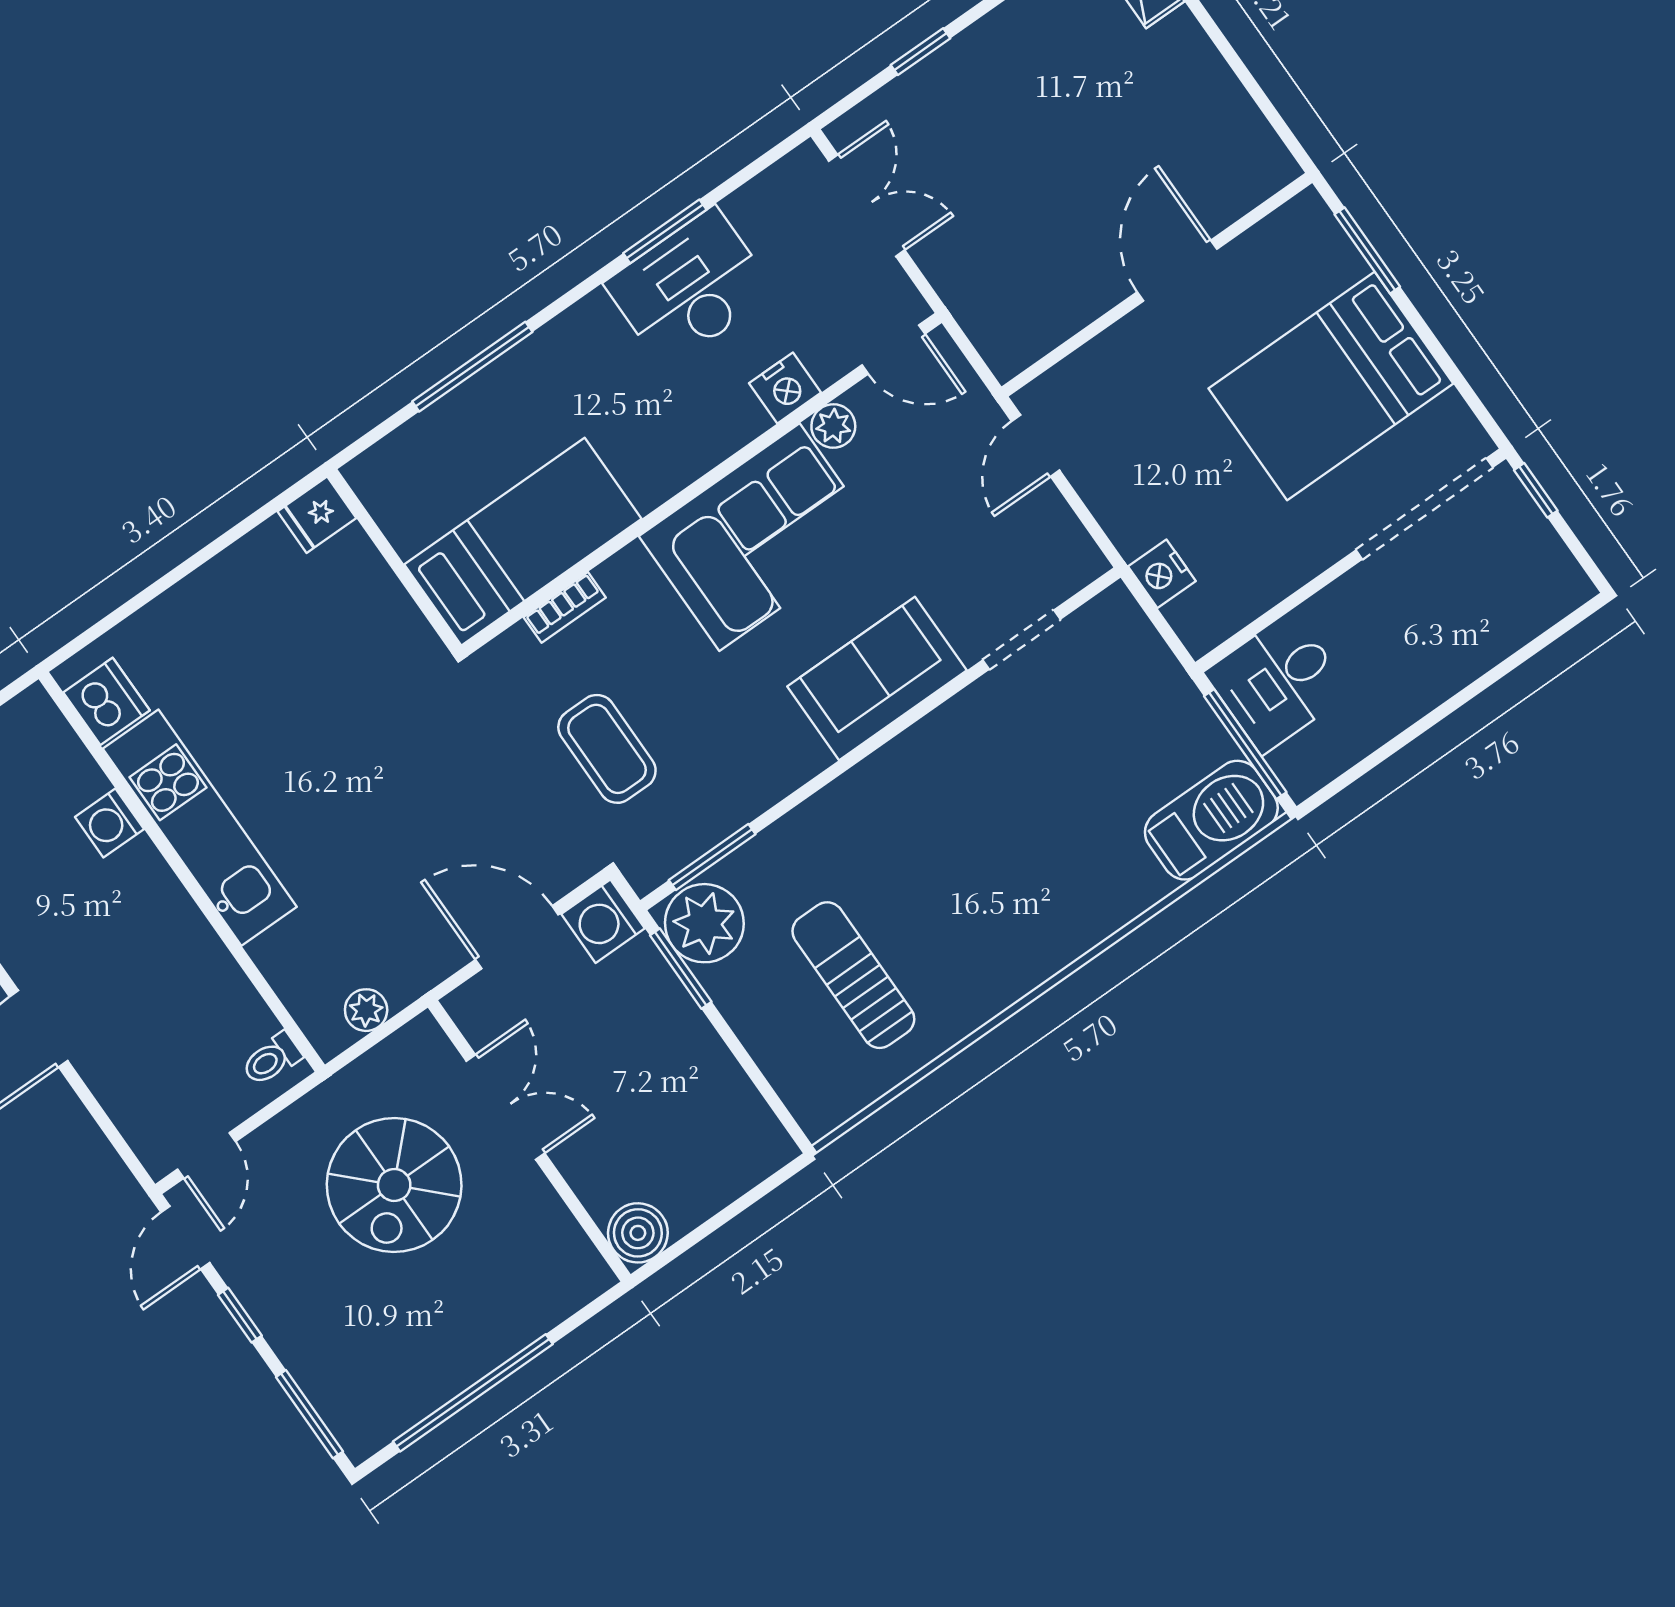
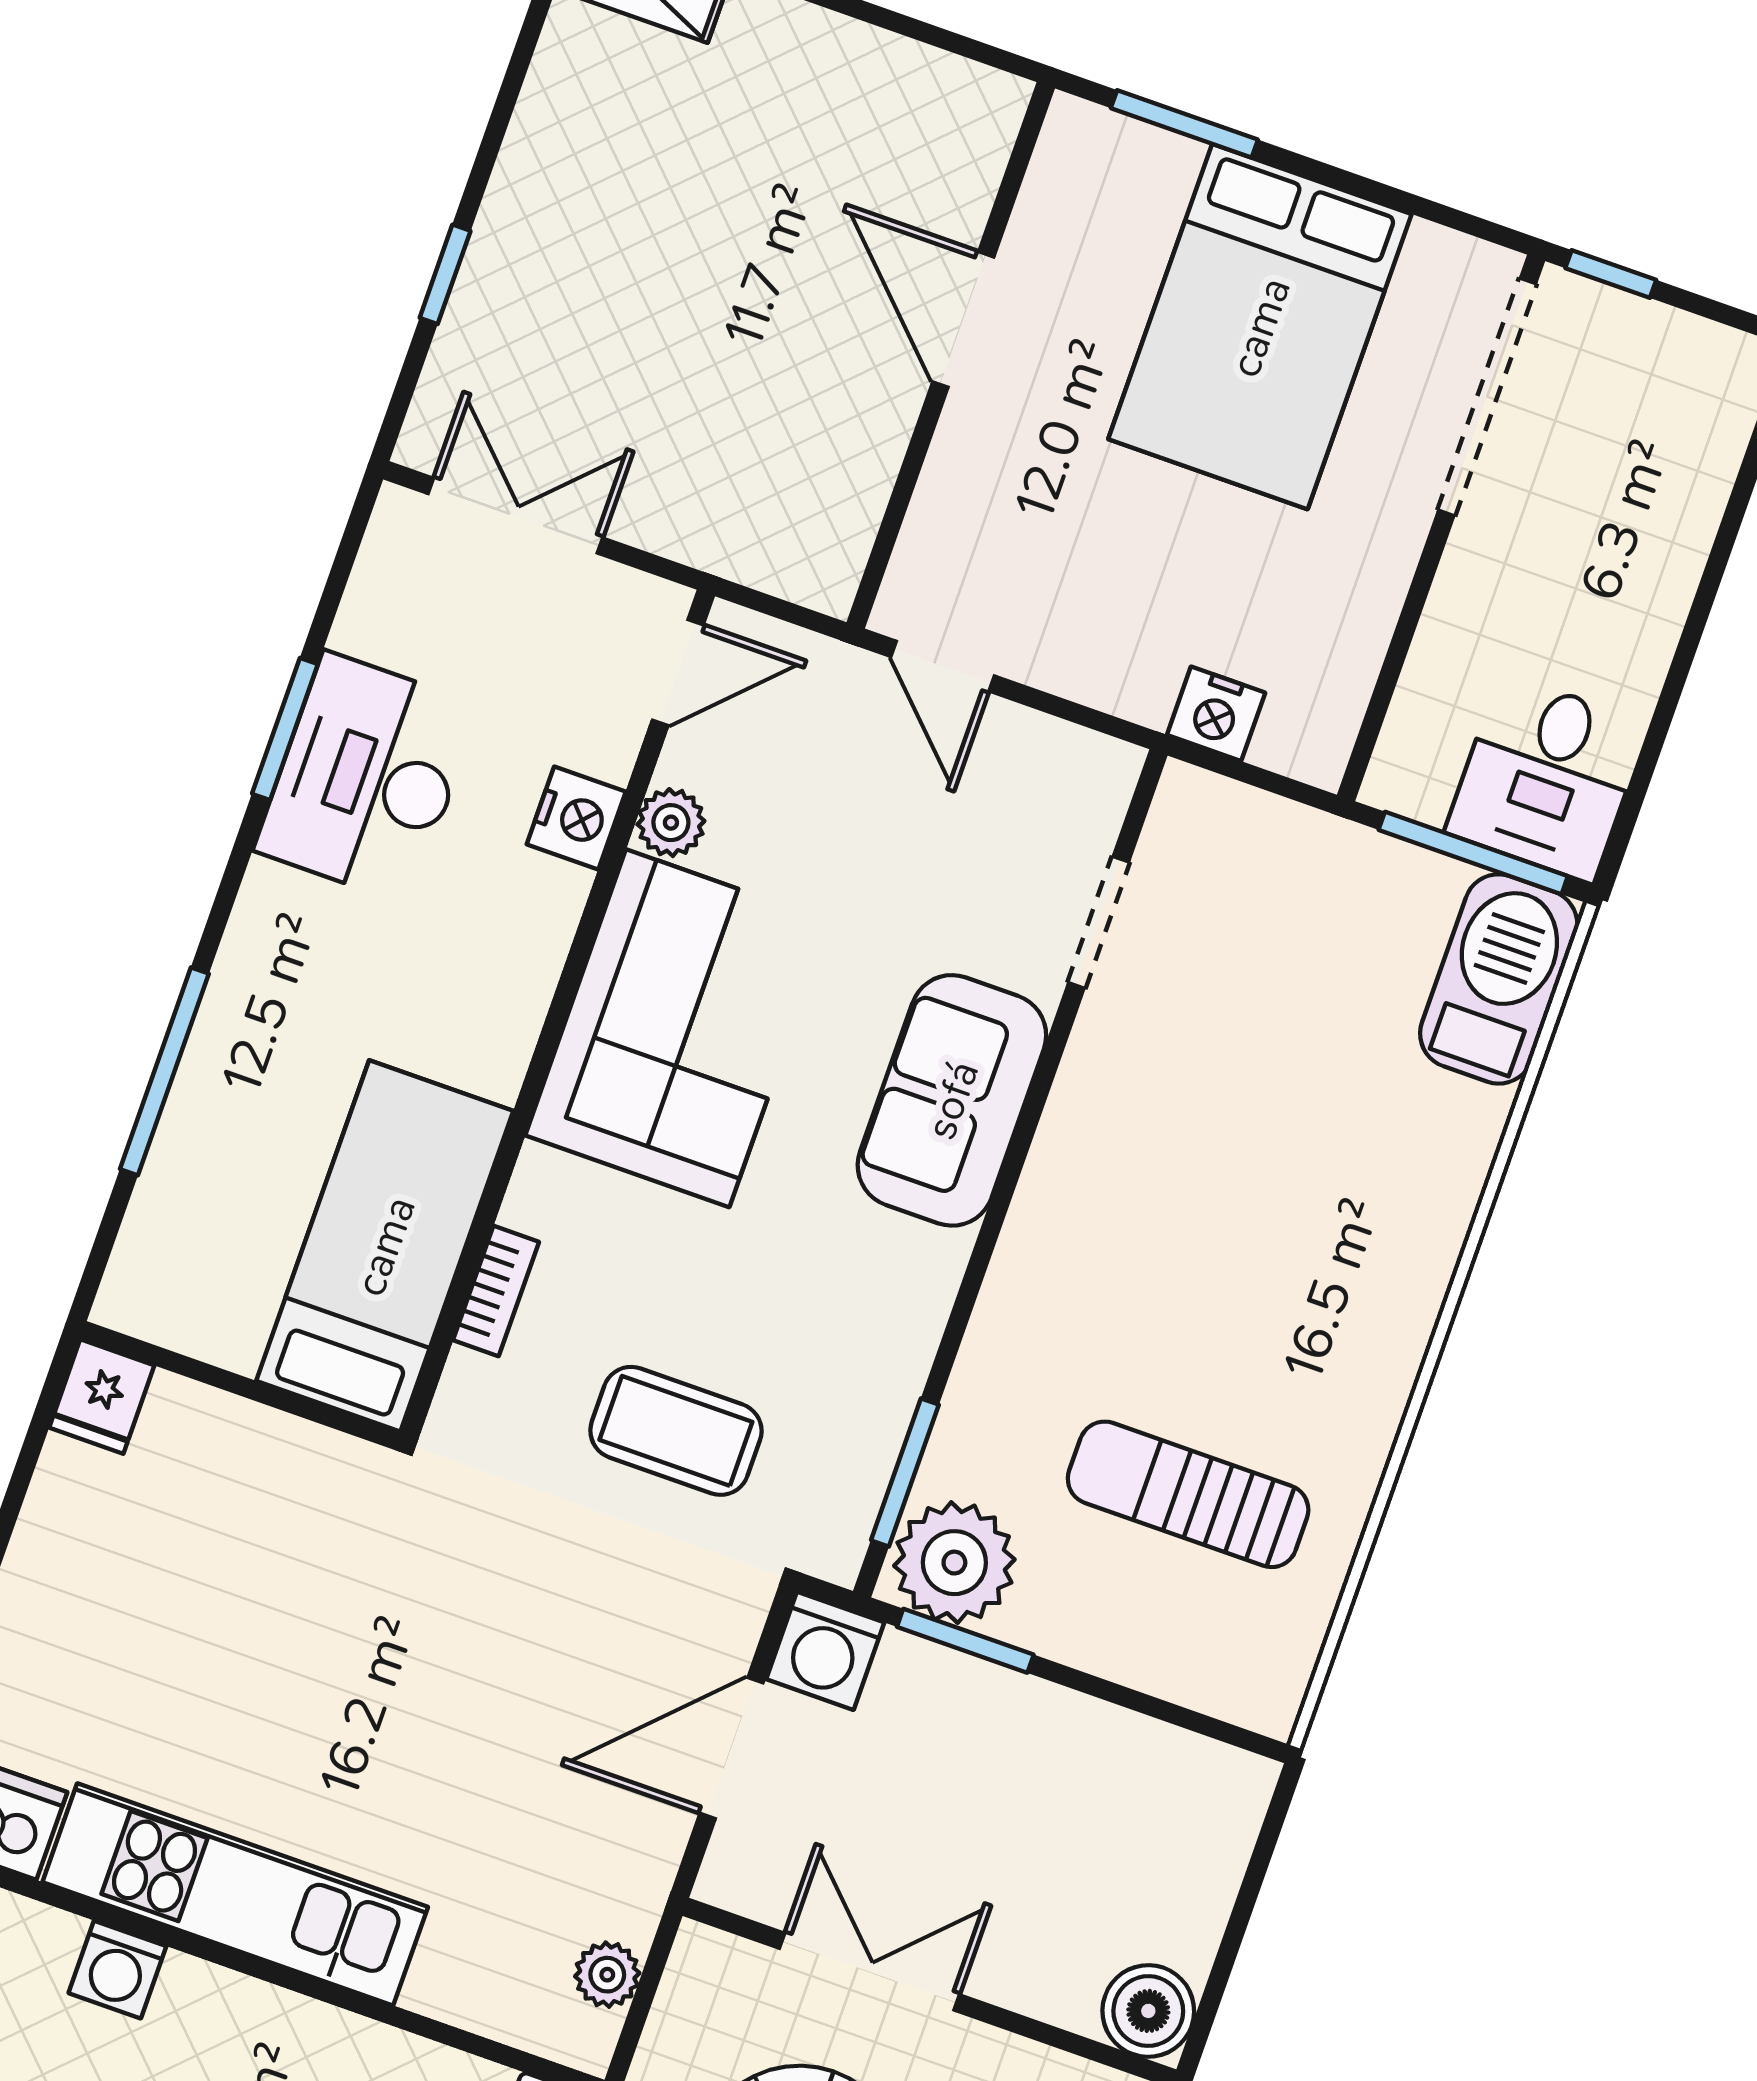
desk: (1277, 682) -> (1547, 778), moved

